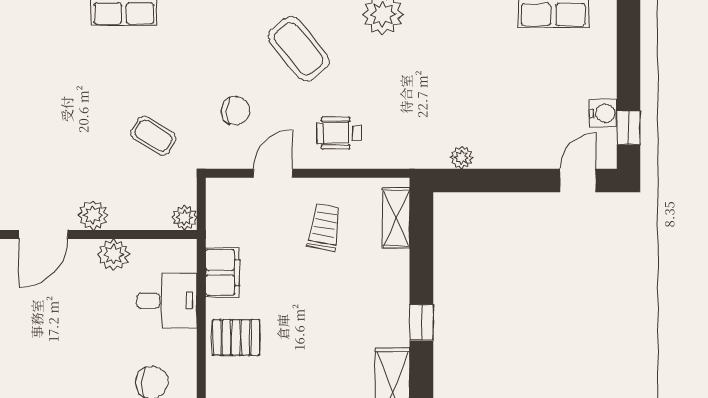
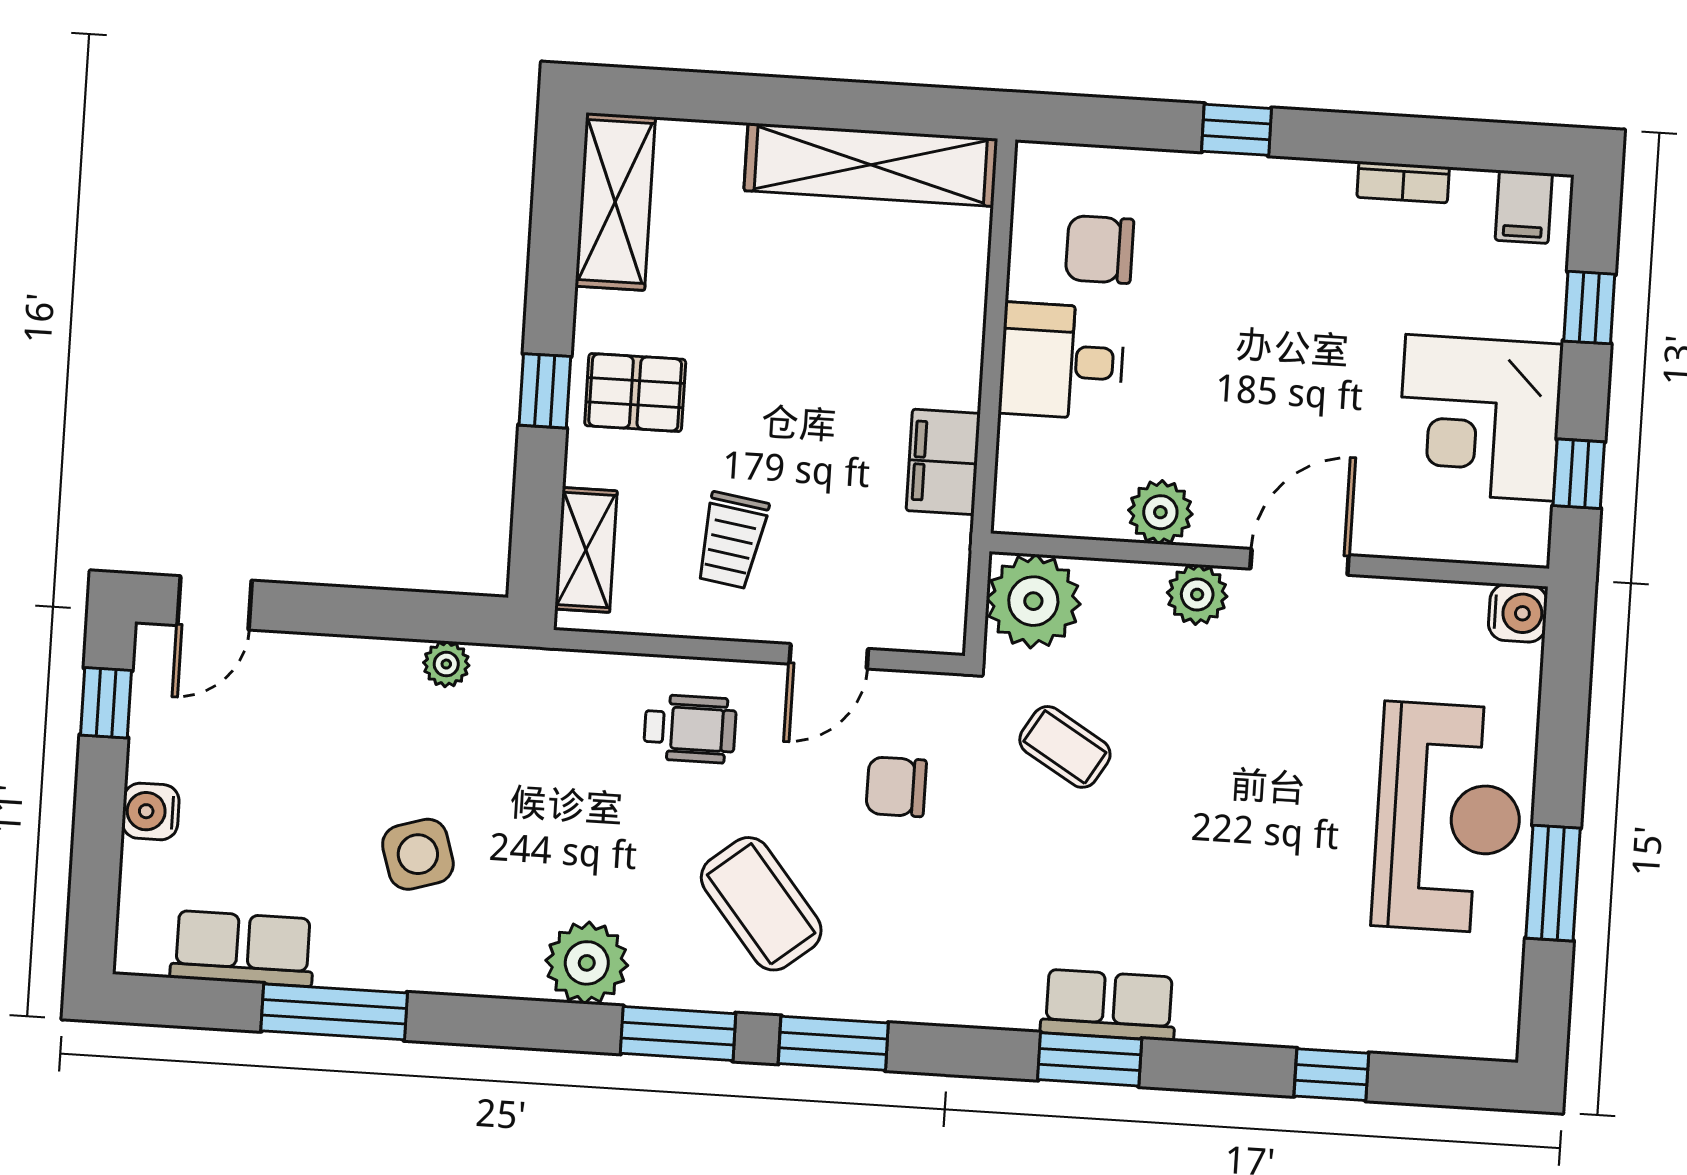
side table: (470, 63) -> (418, 854), added
water cooler: (603, 113) -> (151, 811), moved
plant: (184, 218) -> (1033, 601), width x1.87, depth x1.87
desk: (167, 301) -> (1062, 361), moved
window: (421, 323) -> (545, 391), moved
pallet: (236, 337) -> (635, 393), moved

